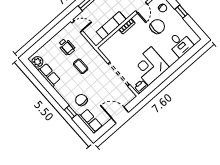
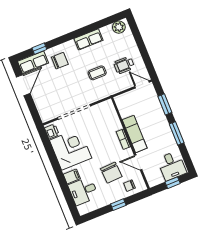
exam couch: (111, 26) -> (135, 134), moved
door: (77, 27) -> (142, 84), swing flipped
filing cabinet: (172, 57) -> (72, 176), added
row of seats: (49, 75) -> (89, 39), moved
window: (70, 112) -> (39, 49), moved
door: (120, 115) -> (23, 85), moved

